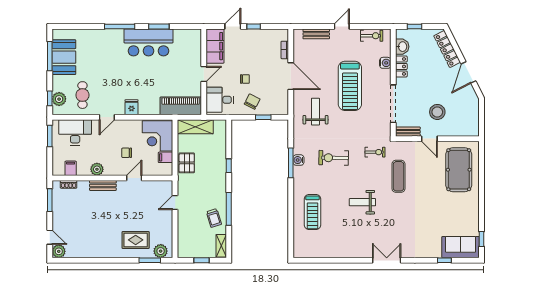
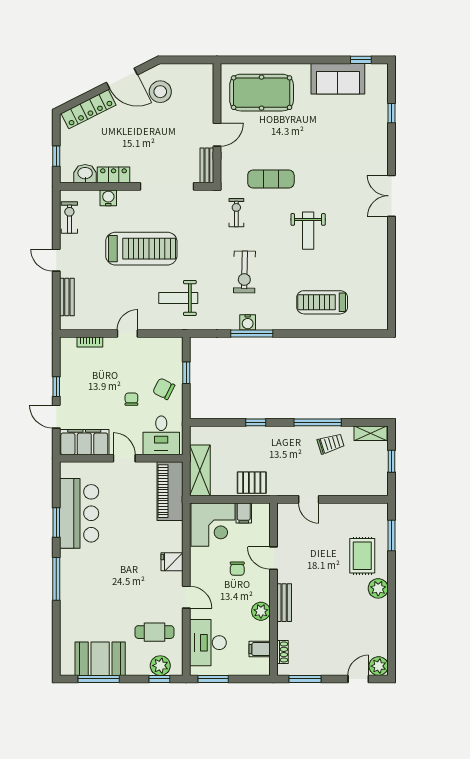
bar counter: (148, 42) -> (79, 513), moved
door: (291, 76) -> (127, 333), width x0.53
stool: (437, 112) -> (160, 92), moved
treadmill: (313, 212) -> (322, 302), turned 180
sofa: (461, 247) -> (338, 79), moved, turned -90
plant: (161, 251) -> (378, 588), moved

